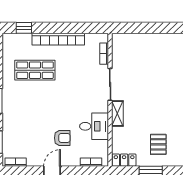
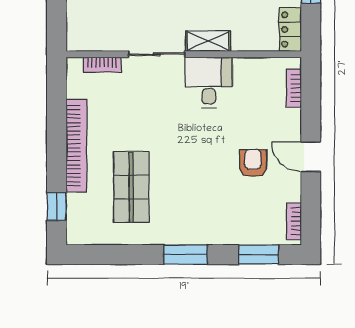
desk: (94, 126) -> (209, 82), moved
armchair: (62, 138) -> (253, 163), moved

